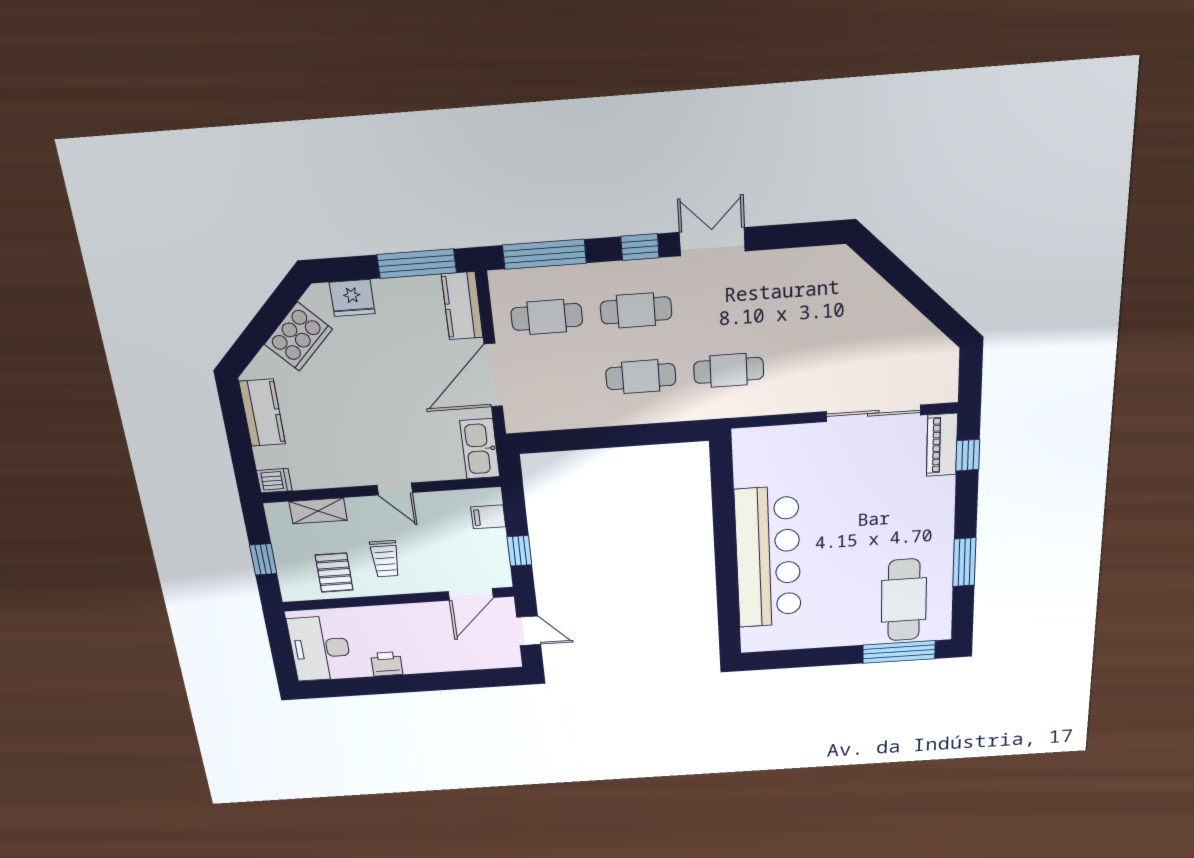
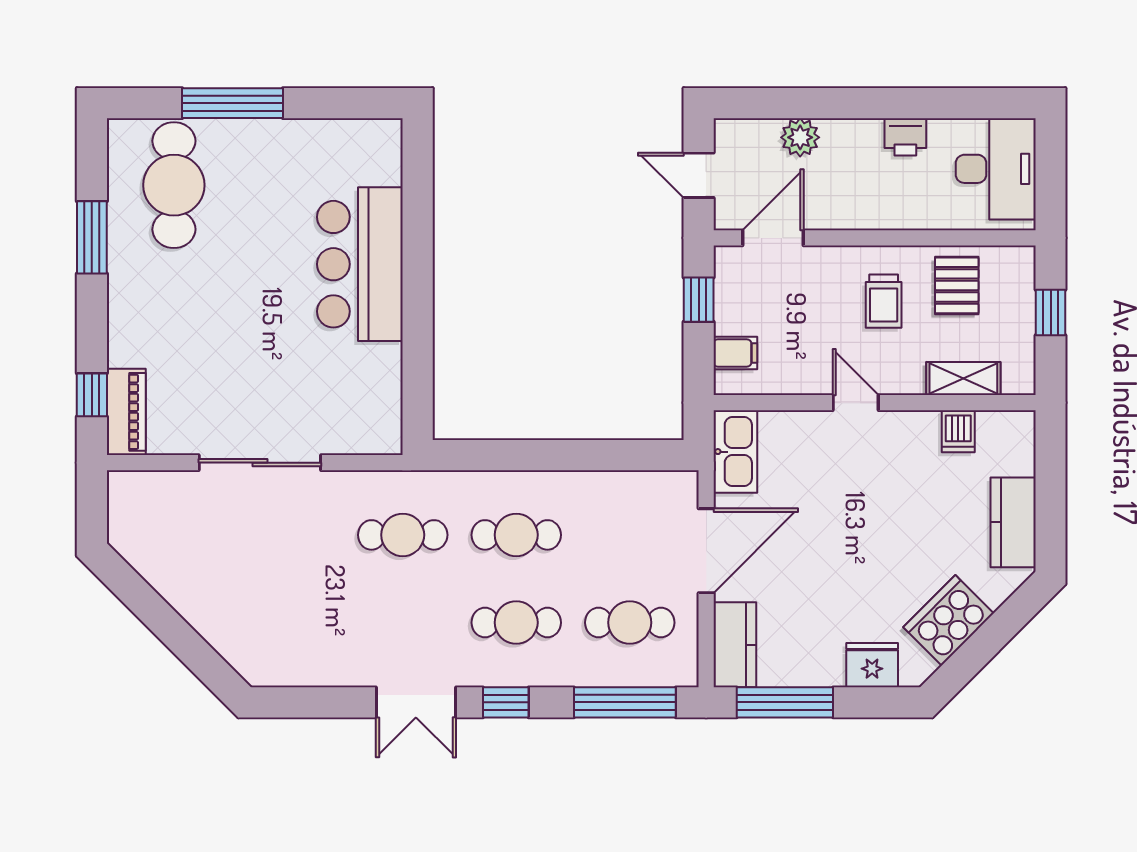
sliding door: (873, 413) -> (260, 463), moved
dishwasher: (274, 481) -> (958, 431), moved, turned -90
bar counter: (768, 558) -> (360, 264), width x0.73
trolley: (385, 559) -> (884, 301), turned 180
window: (899, 652) -> (233, 103), moved
plant: (460, 659) -> (800, 137), added

